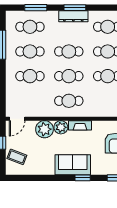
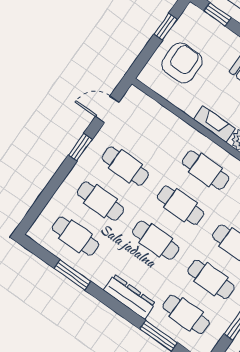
window: (75, 8) -> (72, 275), moved
dresser: (73, 16) -> (129, 297), moved

